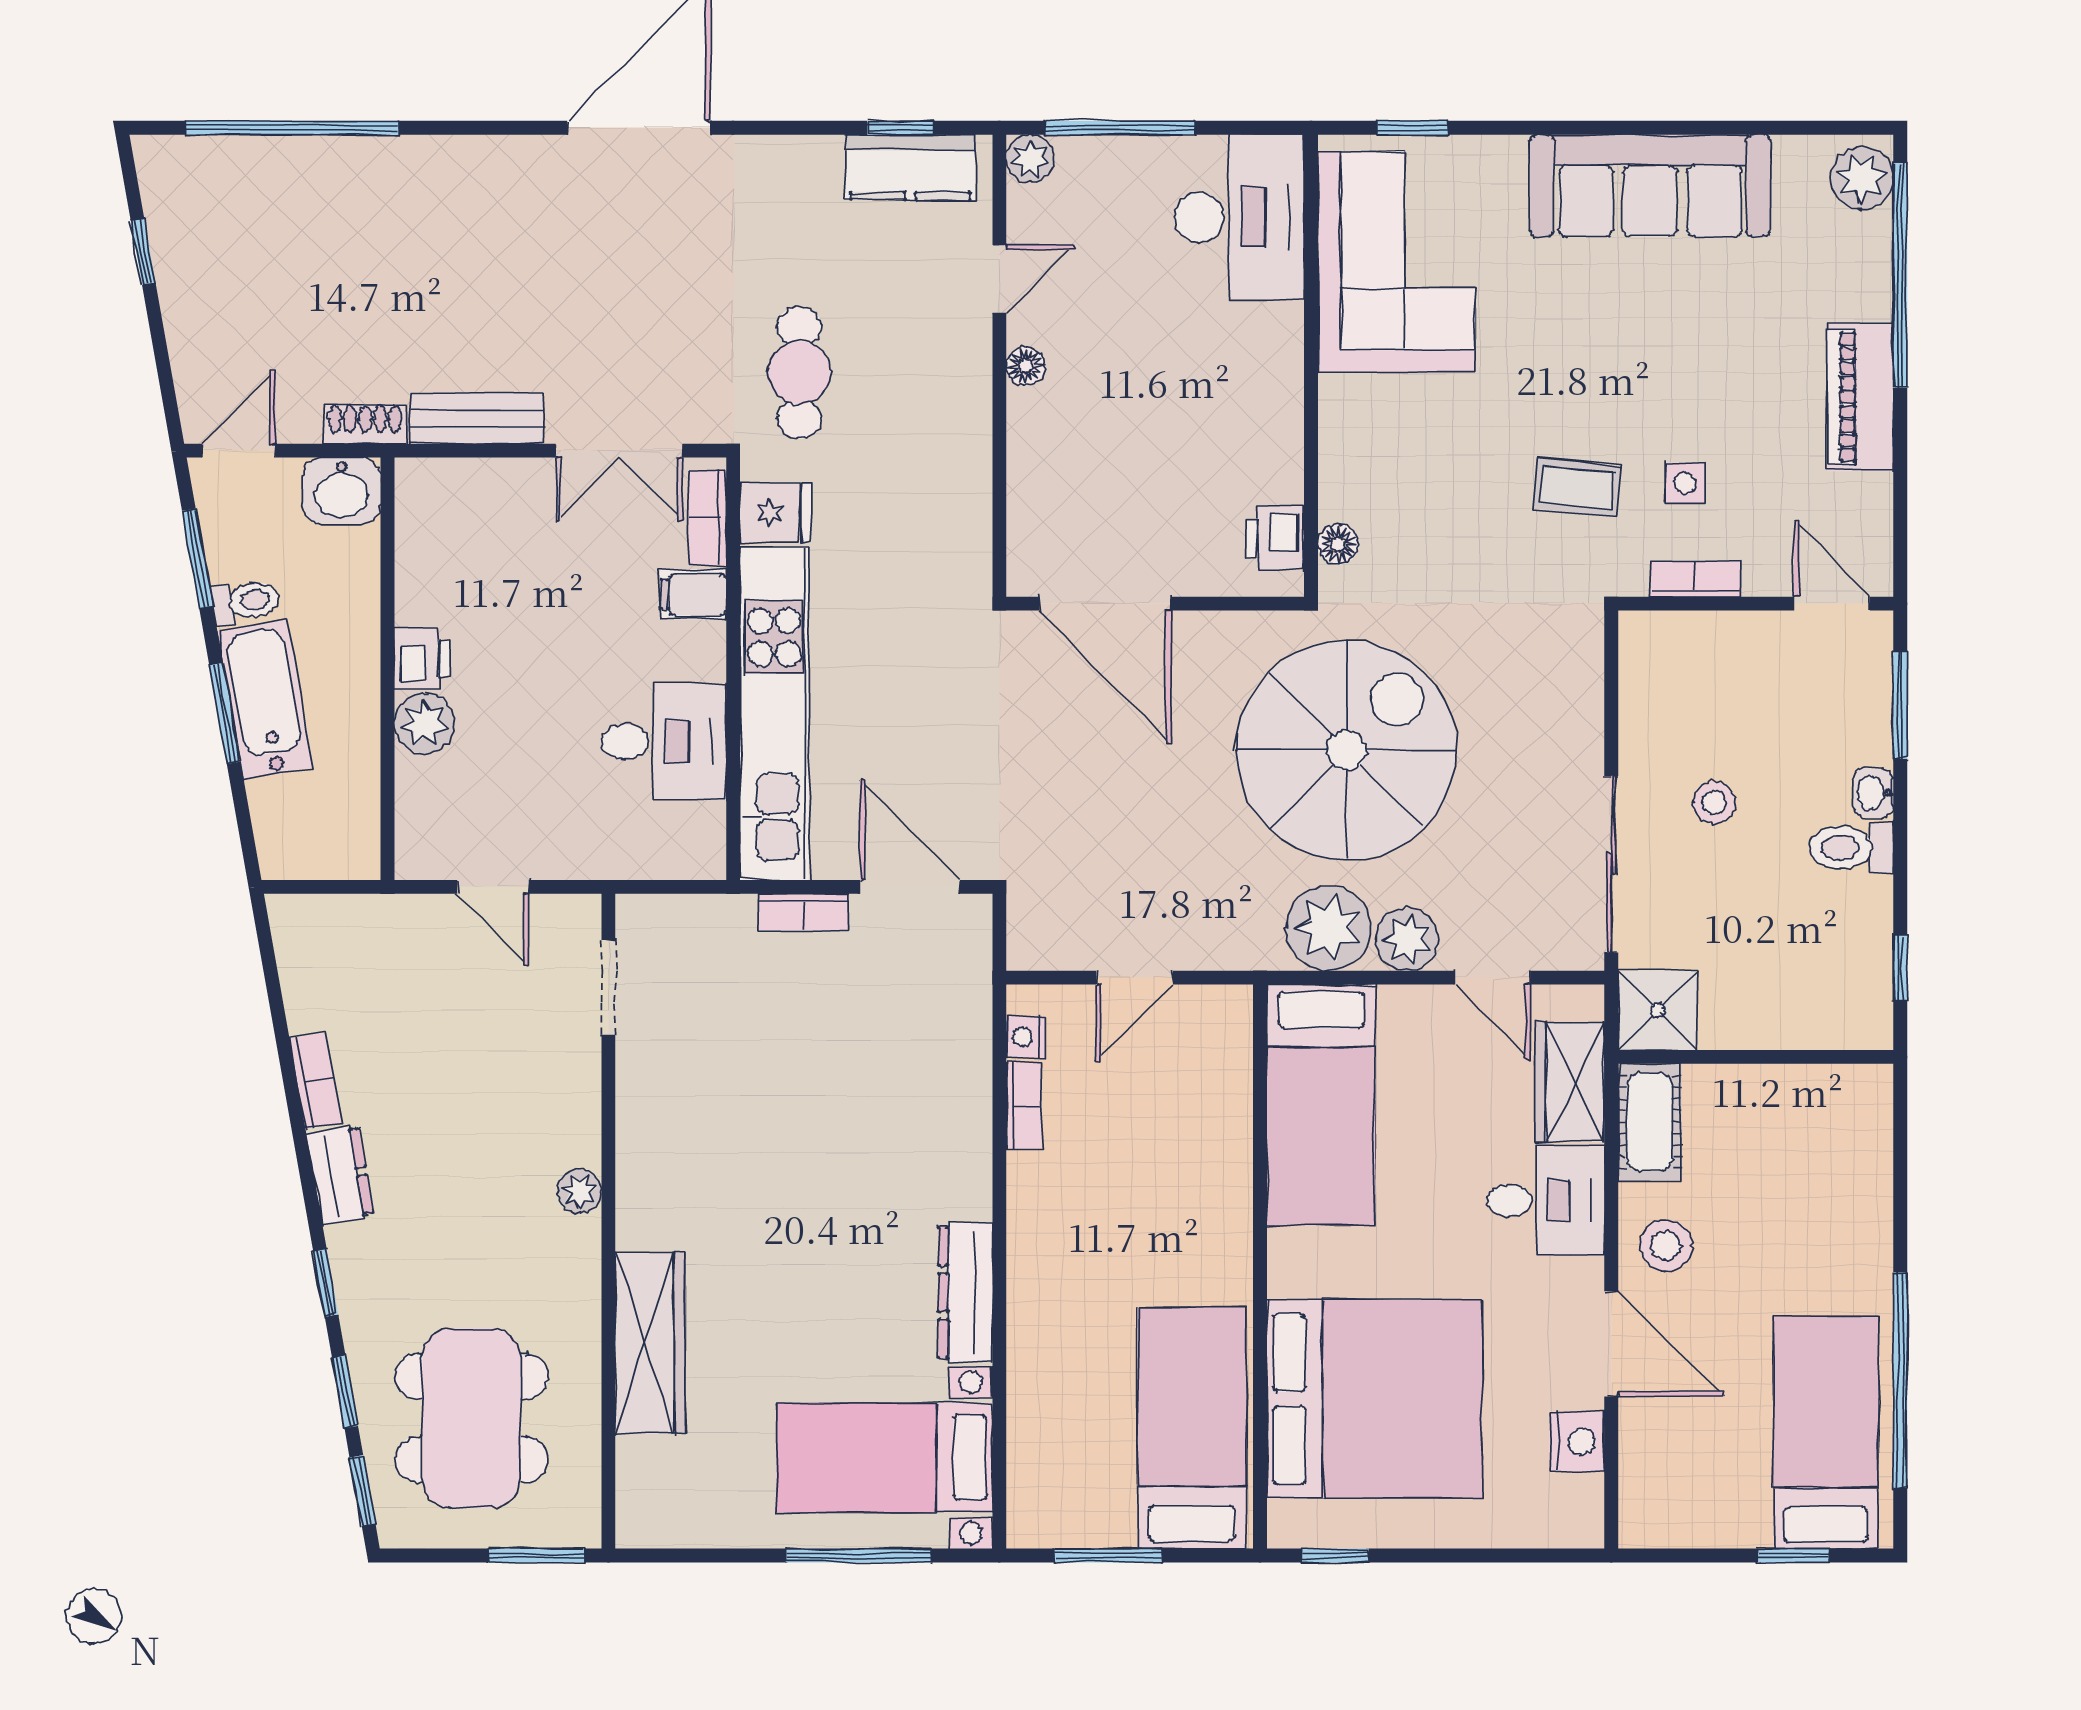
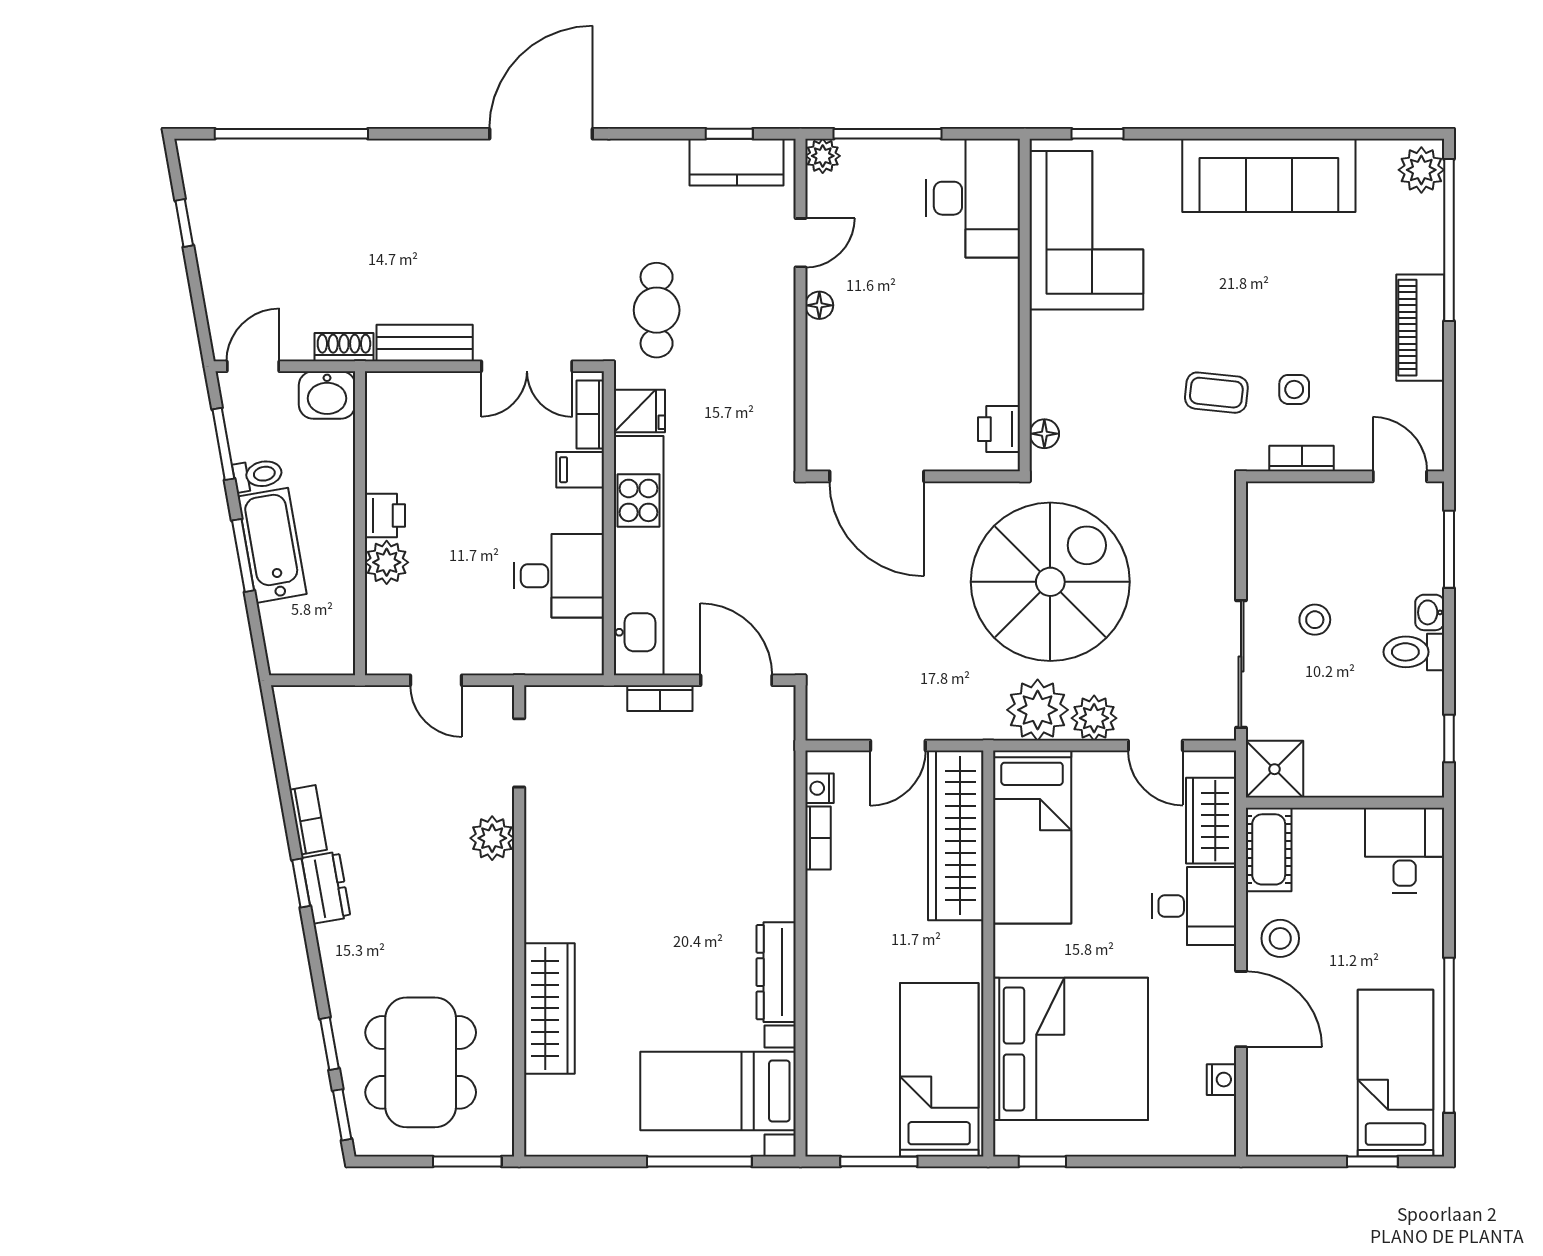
wardrobe: (1215, 1102) -> (956, 835), added
desk: (1839, 1123) -> (1405, 850), added
plant: (579, 1191) -> (492, 838), moved, width x1.38, depth x1.38
window: (326, 1283) -> (301, 883), moved
nightstand: (1577, 1442) -> (1221, 1080), width x0.72, depth x0.74

